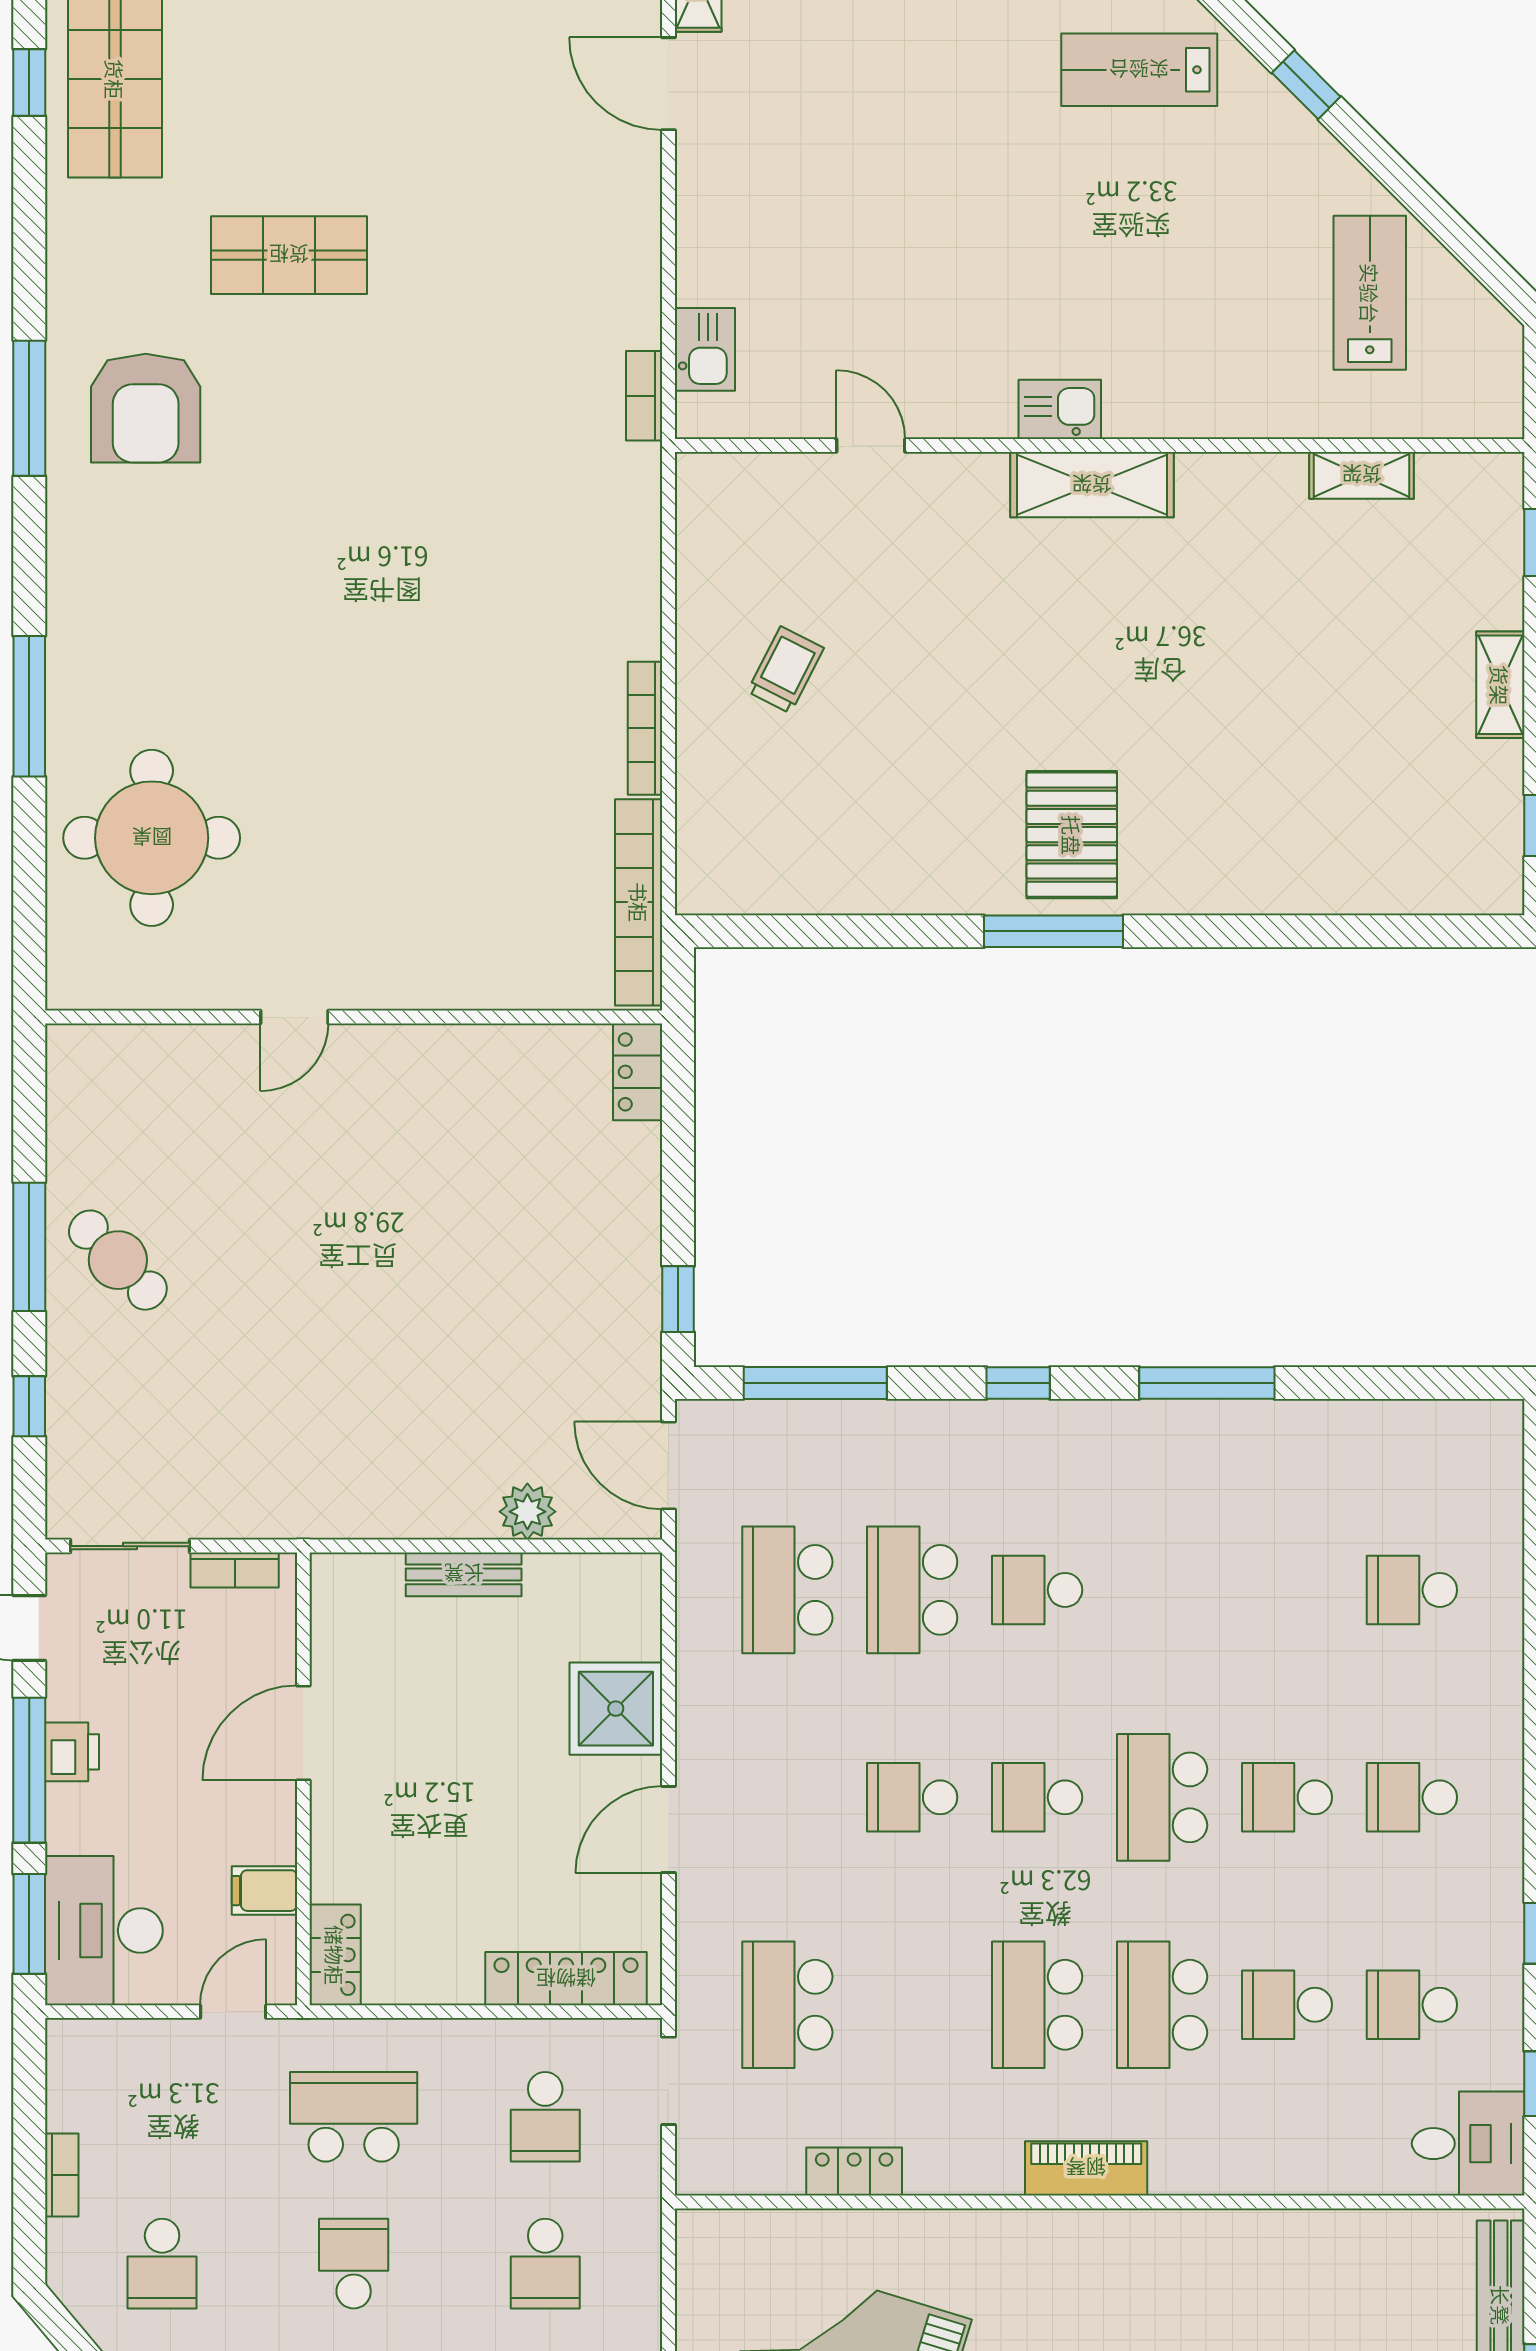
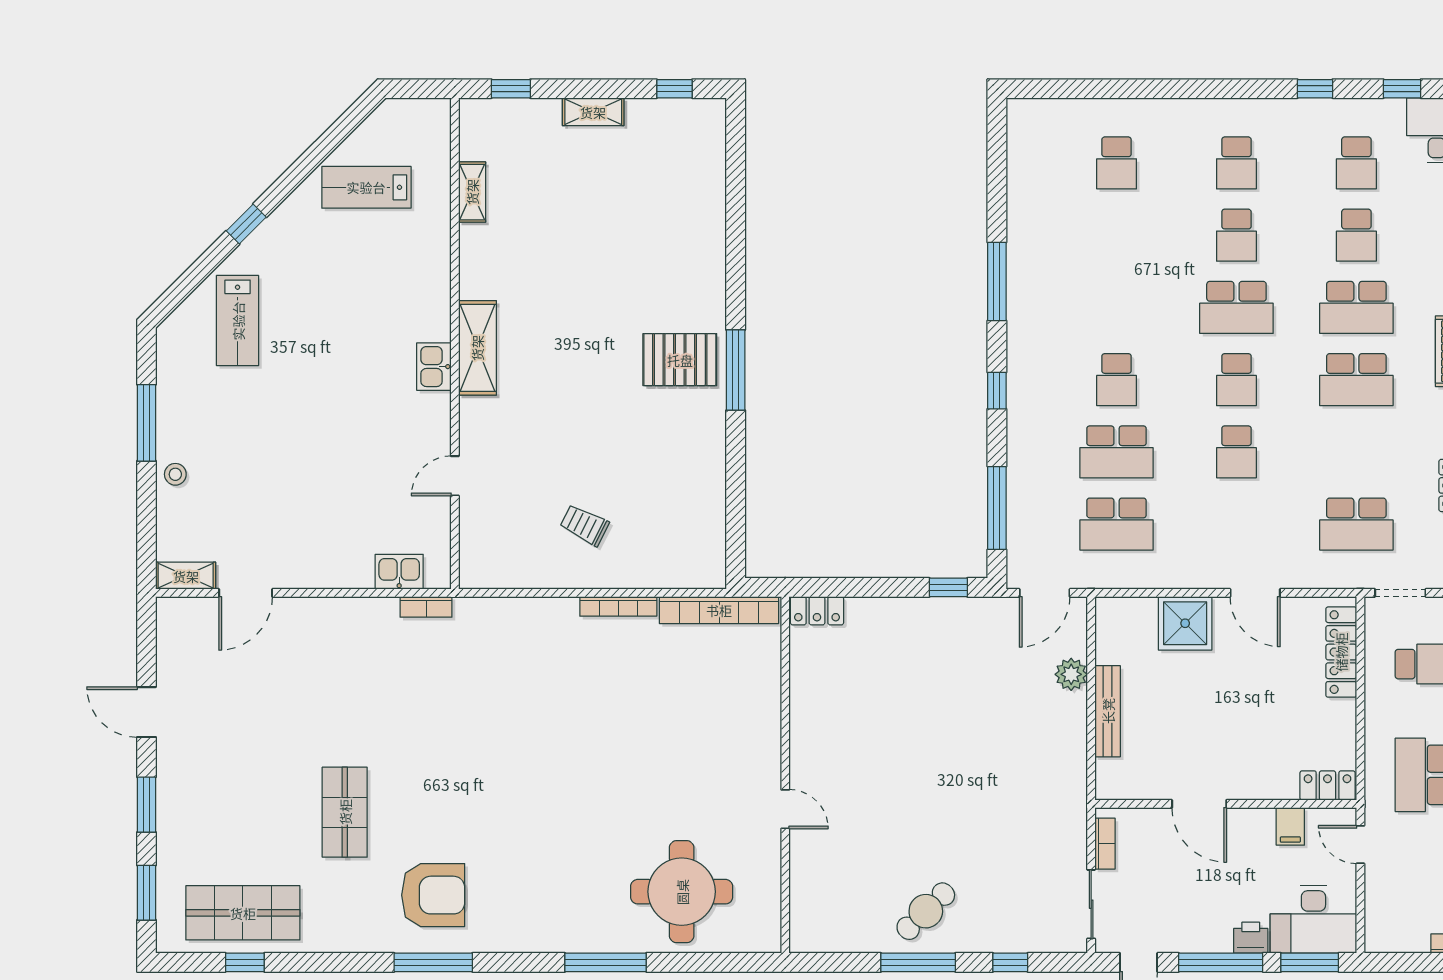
bench: (464, 1574) -> (1108, 711), width x1.36
printer: (72, 1752) -> (1251, 938), moved

